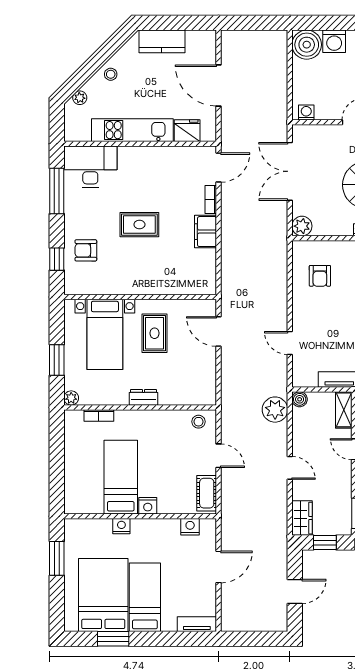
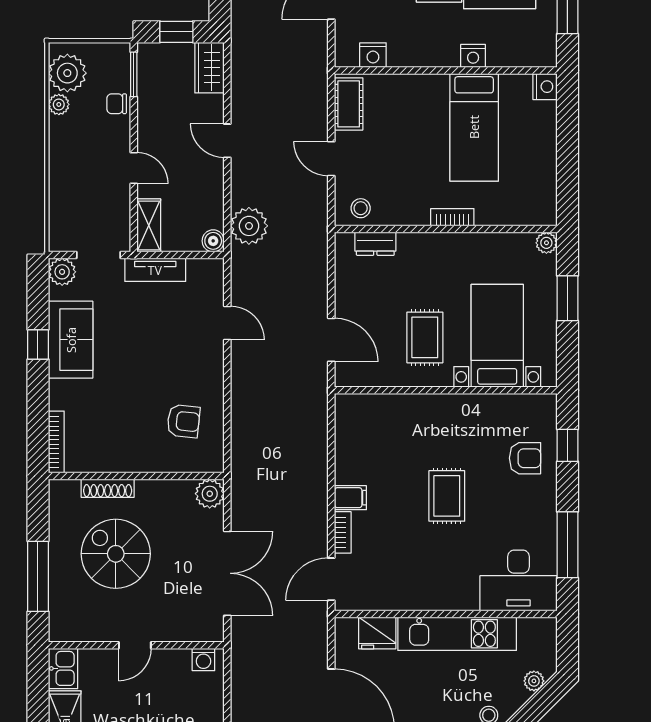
rug: (139, 225) -> (447, 496), turned 90
filing cabinet: (205, 232) -> (350, 498), width x0.50
armchair: (320, 276) -> (183, 421), turned 96
dresser: (143, 397) -> (375, 244), moved
bookcase: (99, 415) -> (452, 217), moved
nightstand: (148, 506) -> (545, 87), moved, turned 90

